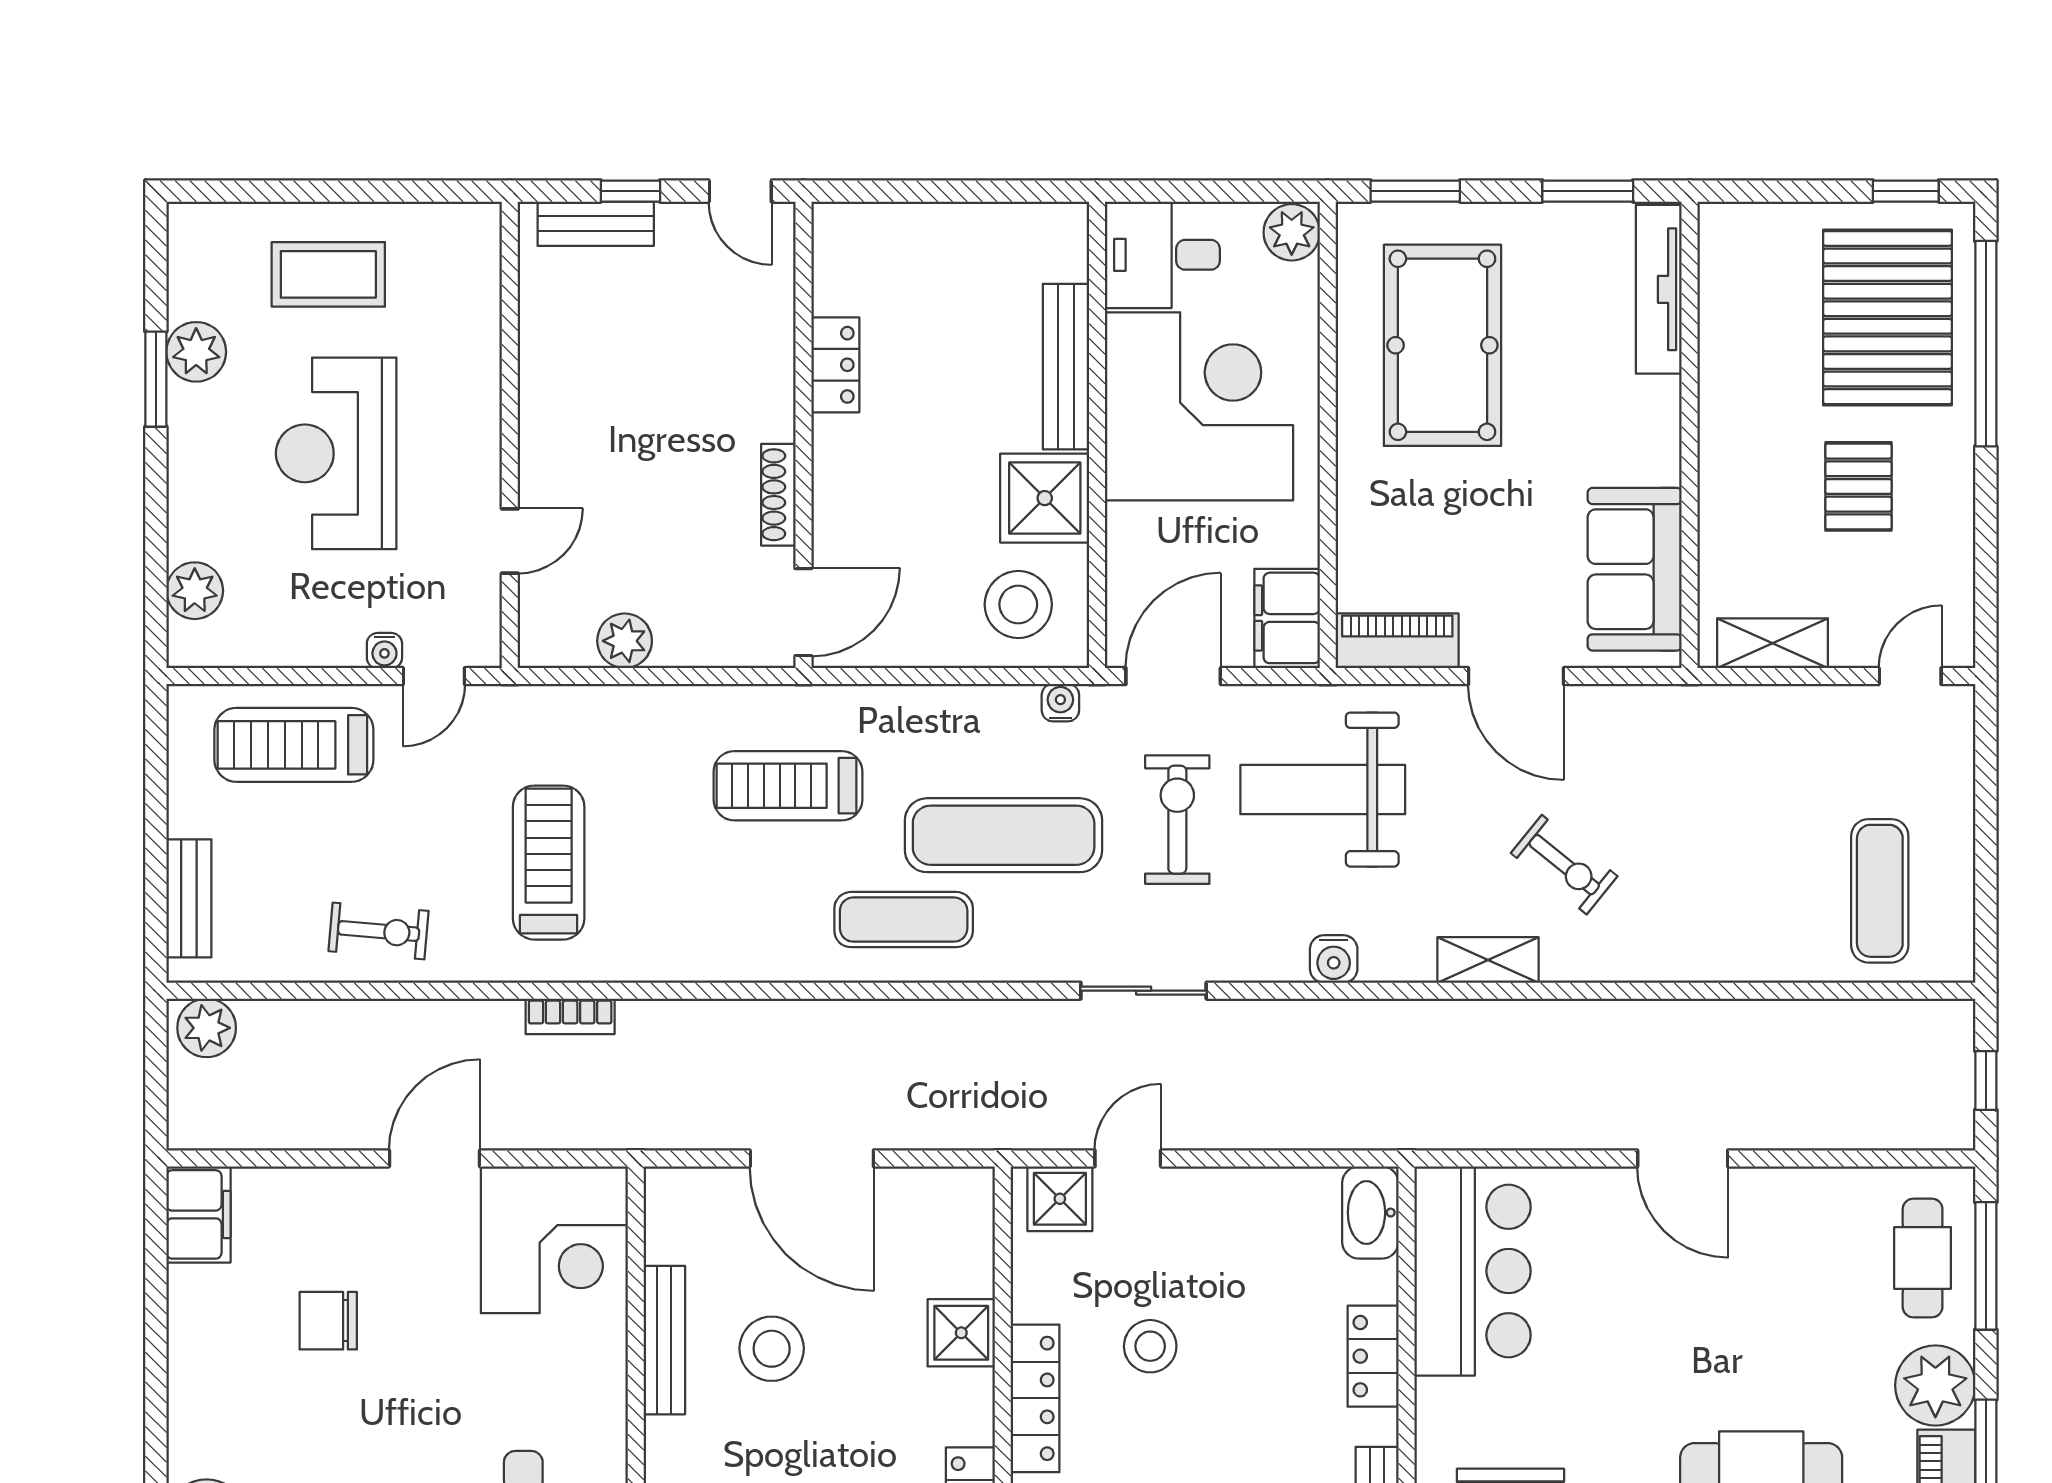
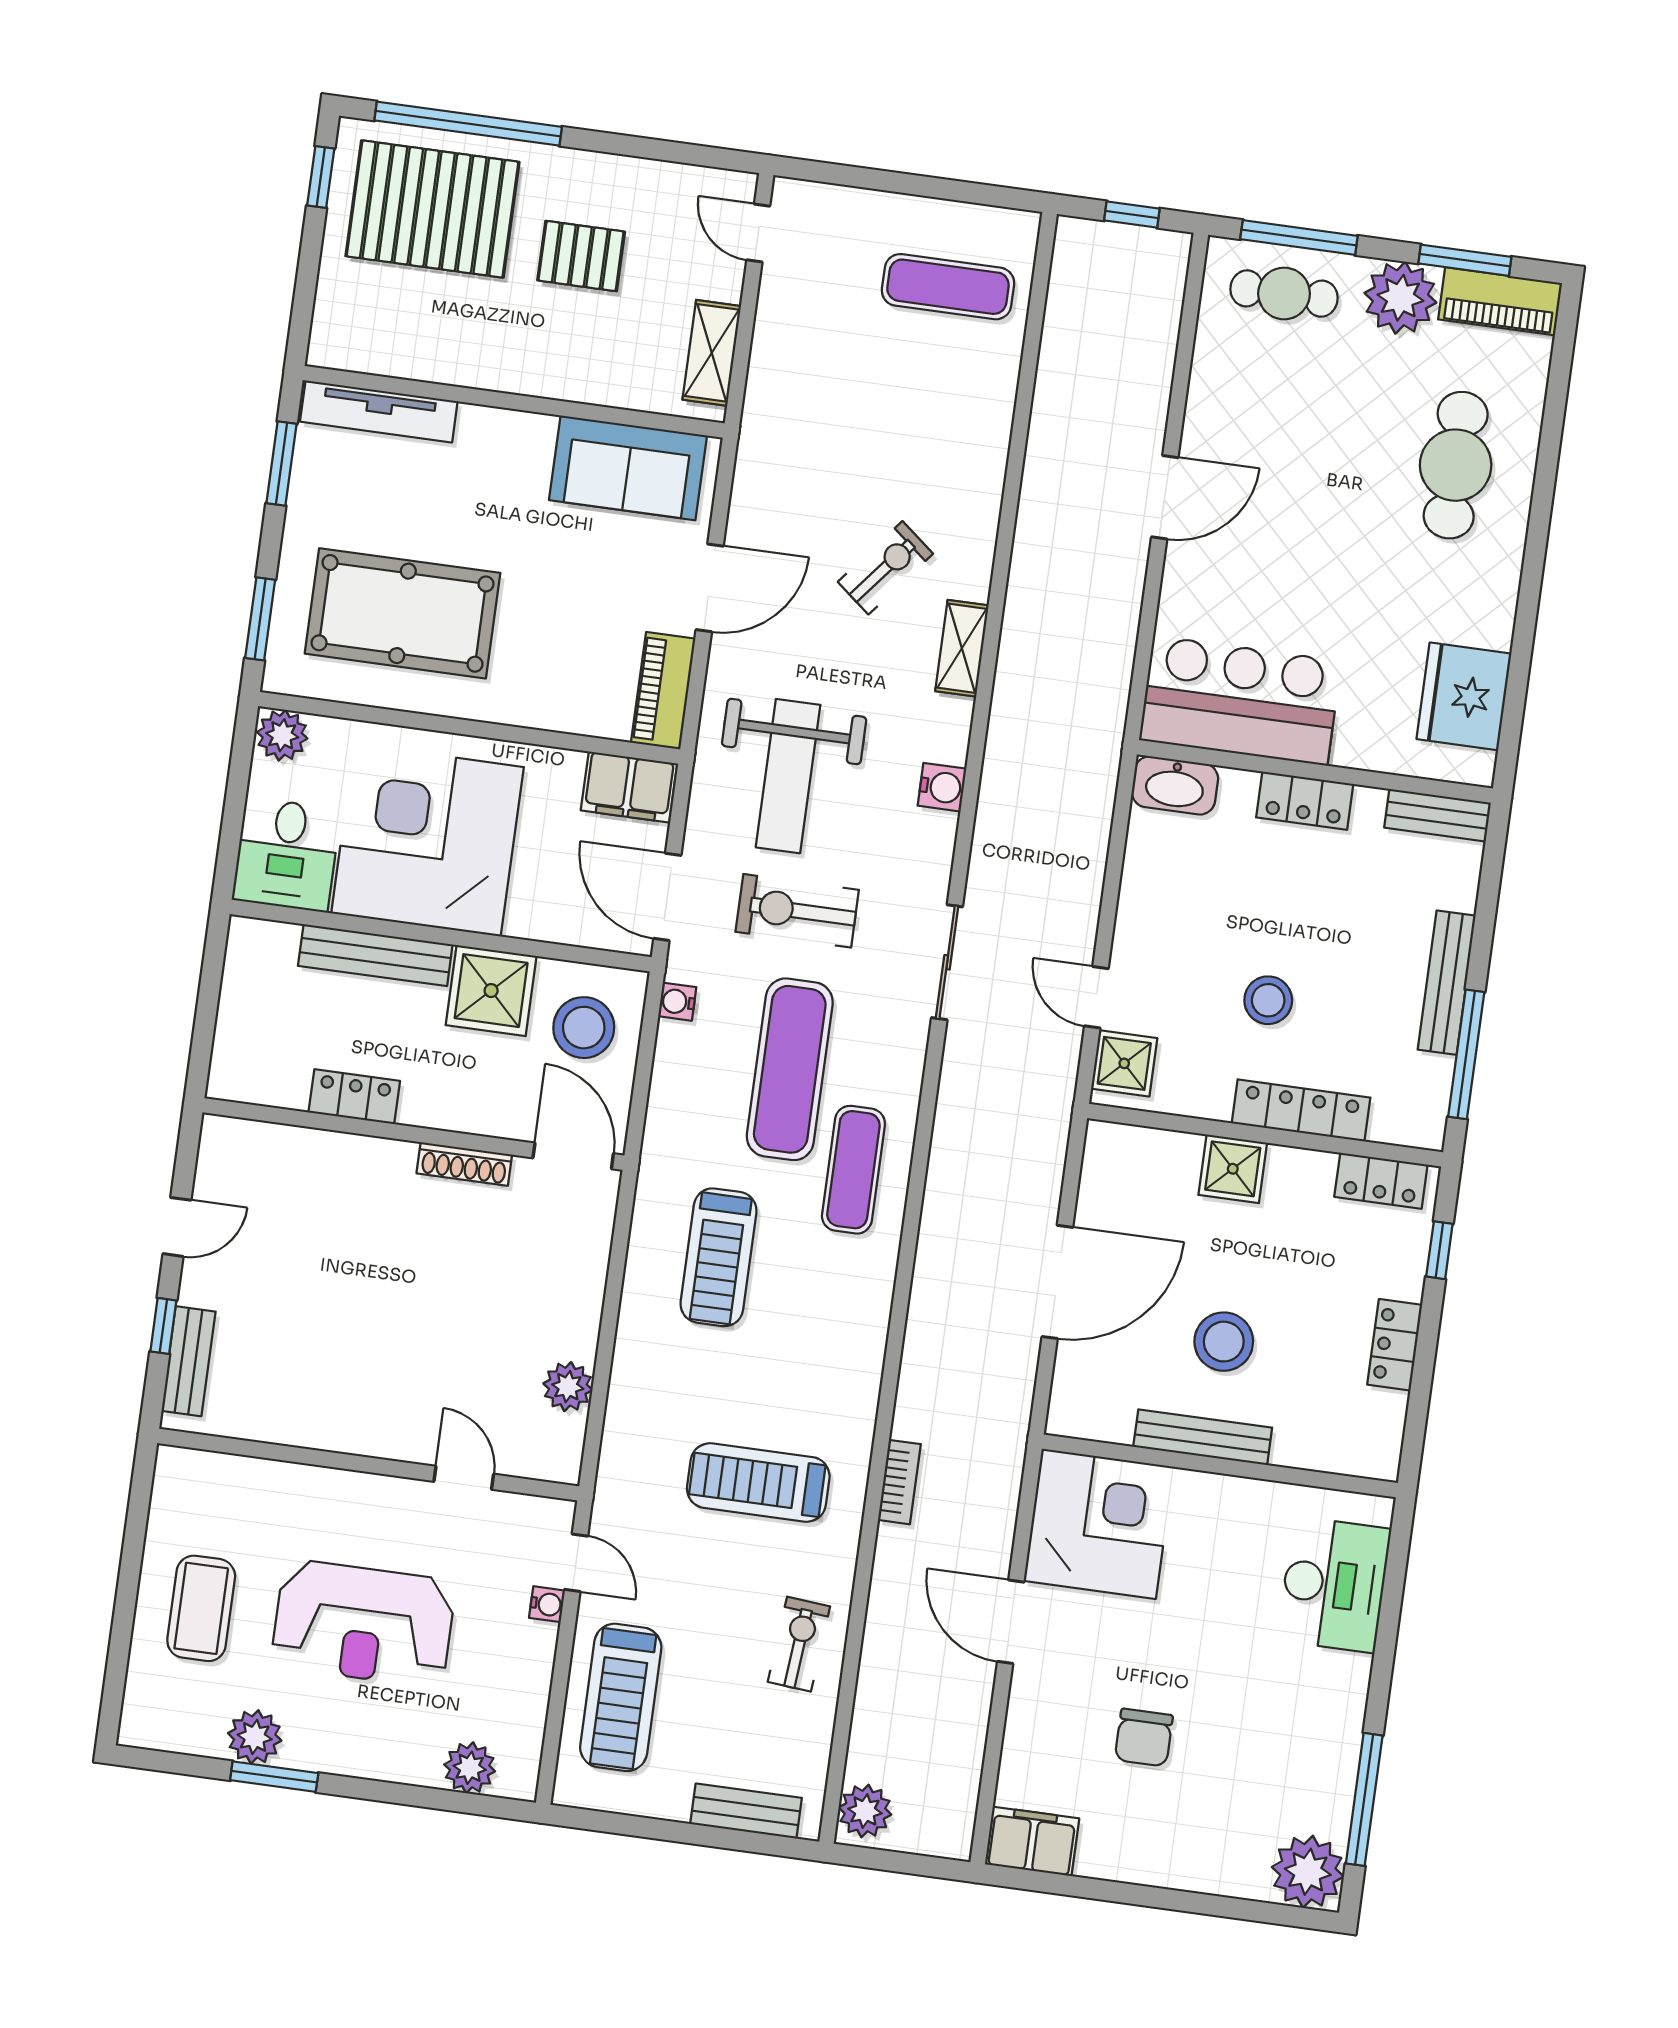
locker: (835, 365) -> (354, 1097), moved
wall: (803, 435) -> (413, 1134), moved
shoe rack: (778, 495) -> (464, 1164), moved
door: (803, 612) -> (573, 1156), moved

